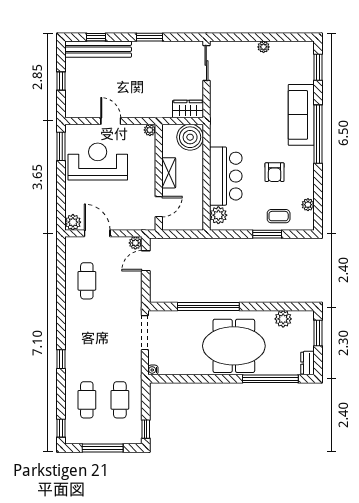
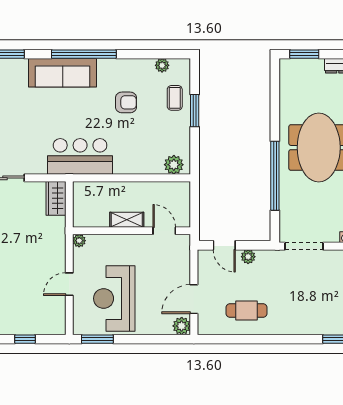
boiler: (190, 137) -> (87, 196), removed
bar counter: (226, 176) -> (80, 156), moved
plant: (135, 243) -> (248, 257), moved
plant: (283, 319) -> (289, 93), removed

